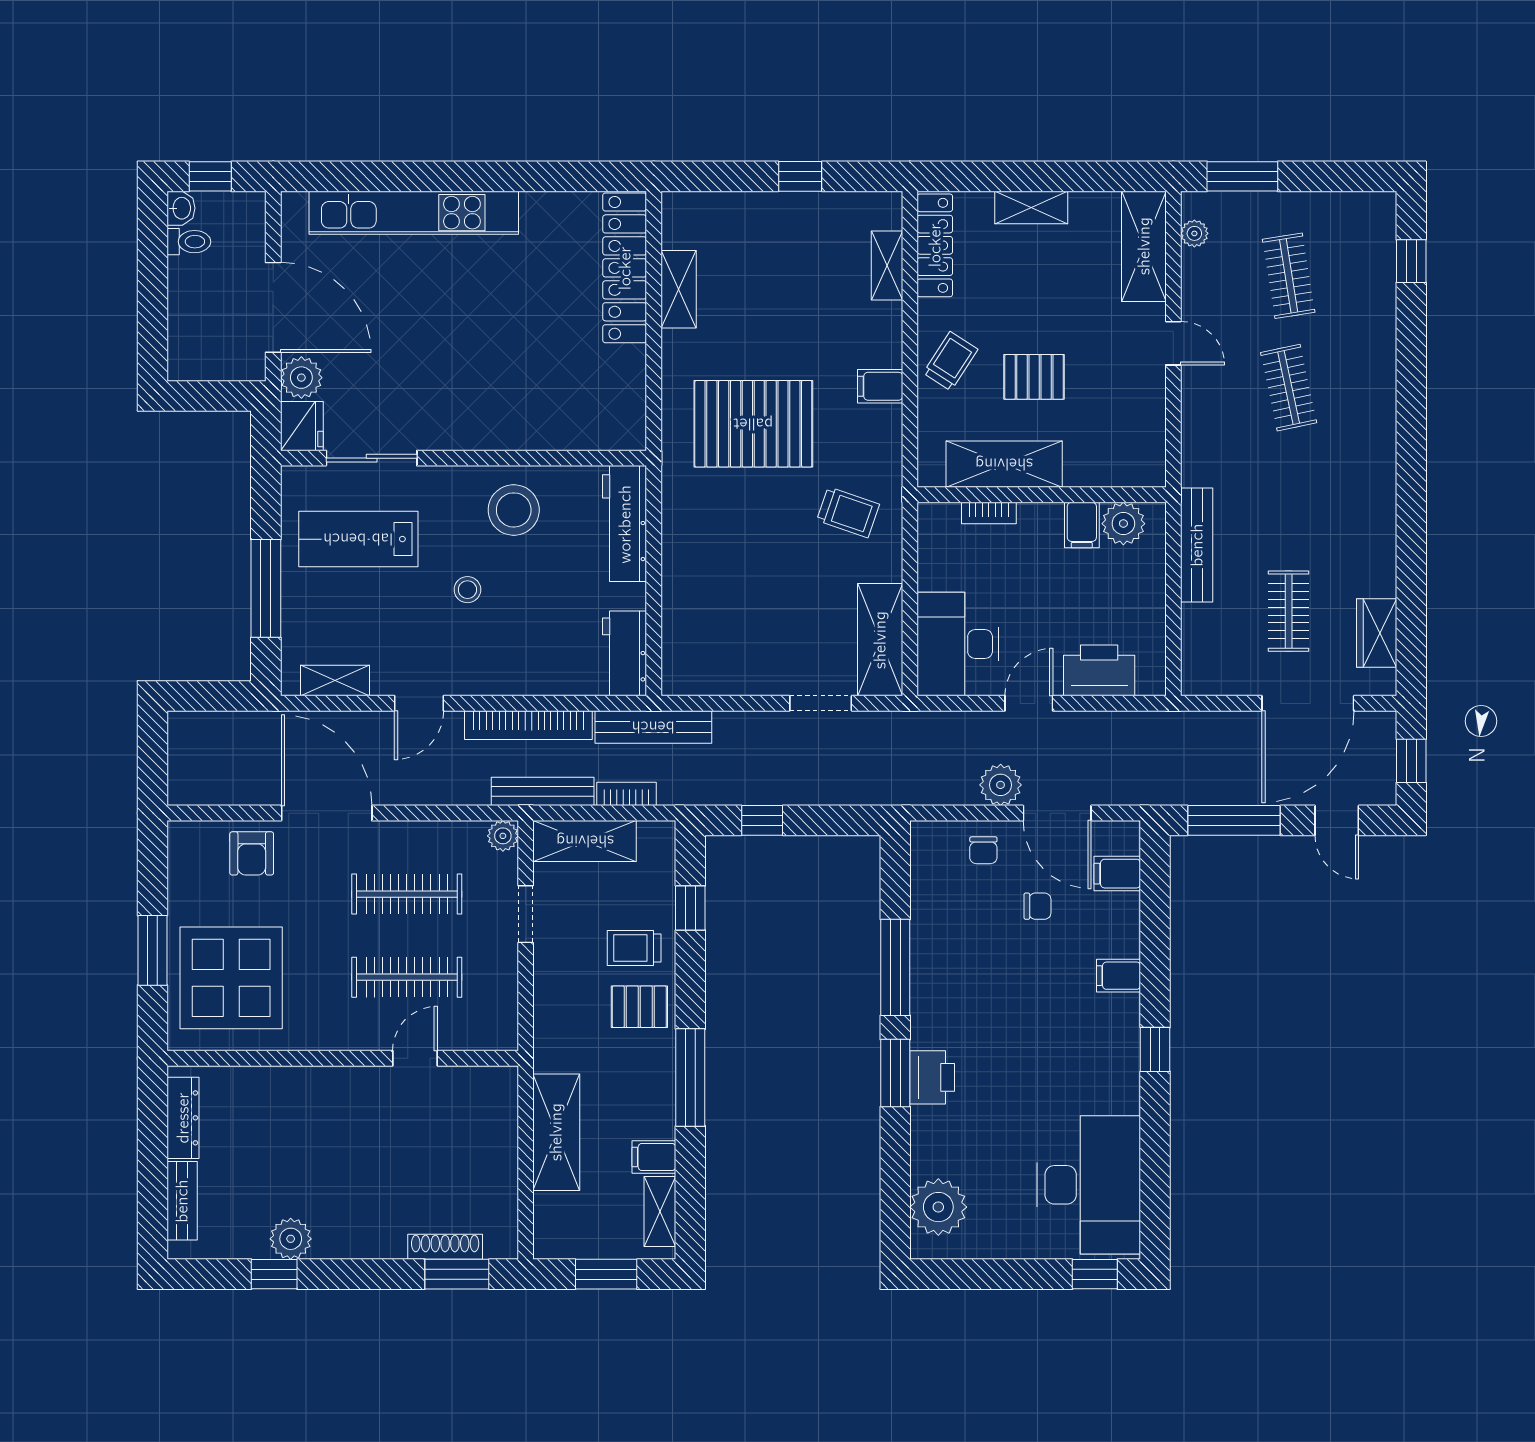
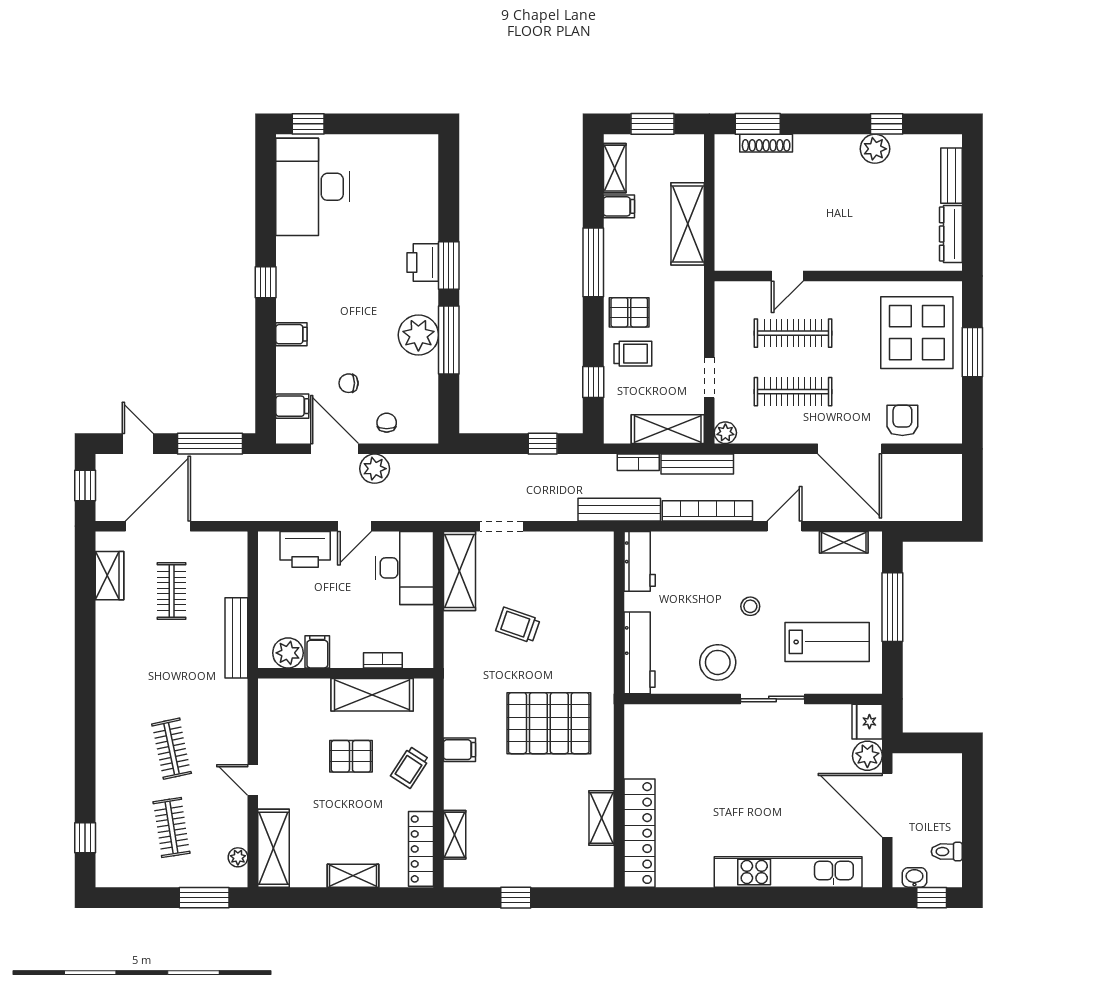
washbasin: (181, 208) -> (914, 877), moved, turned 90
sliding door: (372, 458) -> (773, 699), moved
trolley: (848, 512) -> (518, 625), moved
plant: (938, 1207) -> (418, 335), moved

